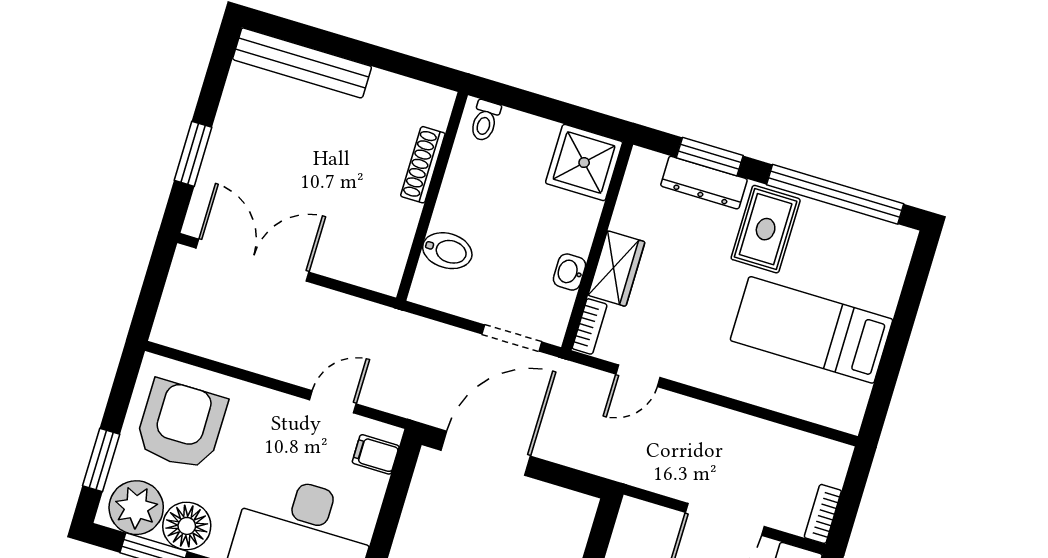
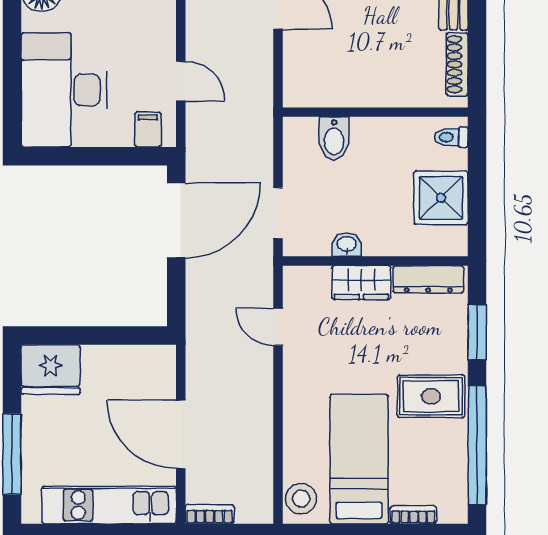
shower: (584, 163) -> (441, 198), moved
shoe rack: (423, 165) -> (457, 64), moved, turned -90
dresser: (704, 183) -> (428, 279), moved, turned -90
bookcase: (590, 326) -> (413, 515), moved, turned 180
stool: (836, 407) -> (301, 499), added
door: (486, 453) -> (176, 220), hinge flipped

